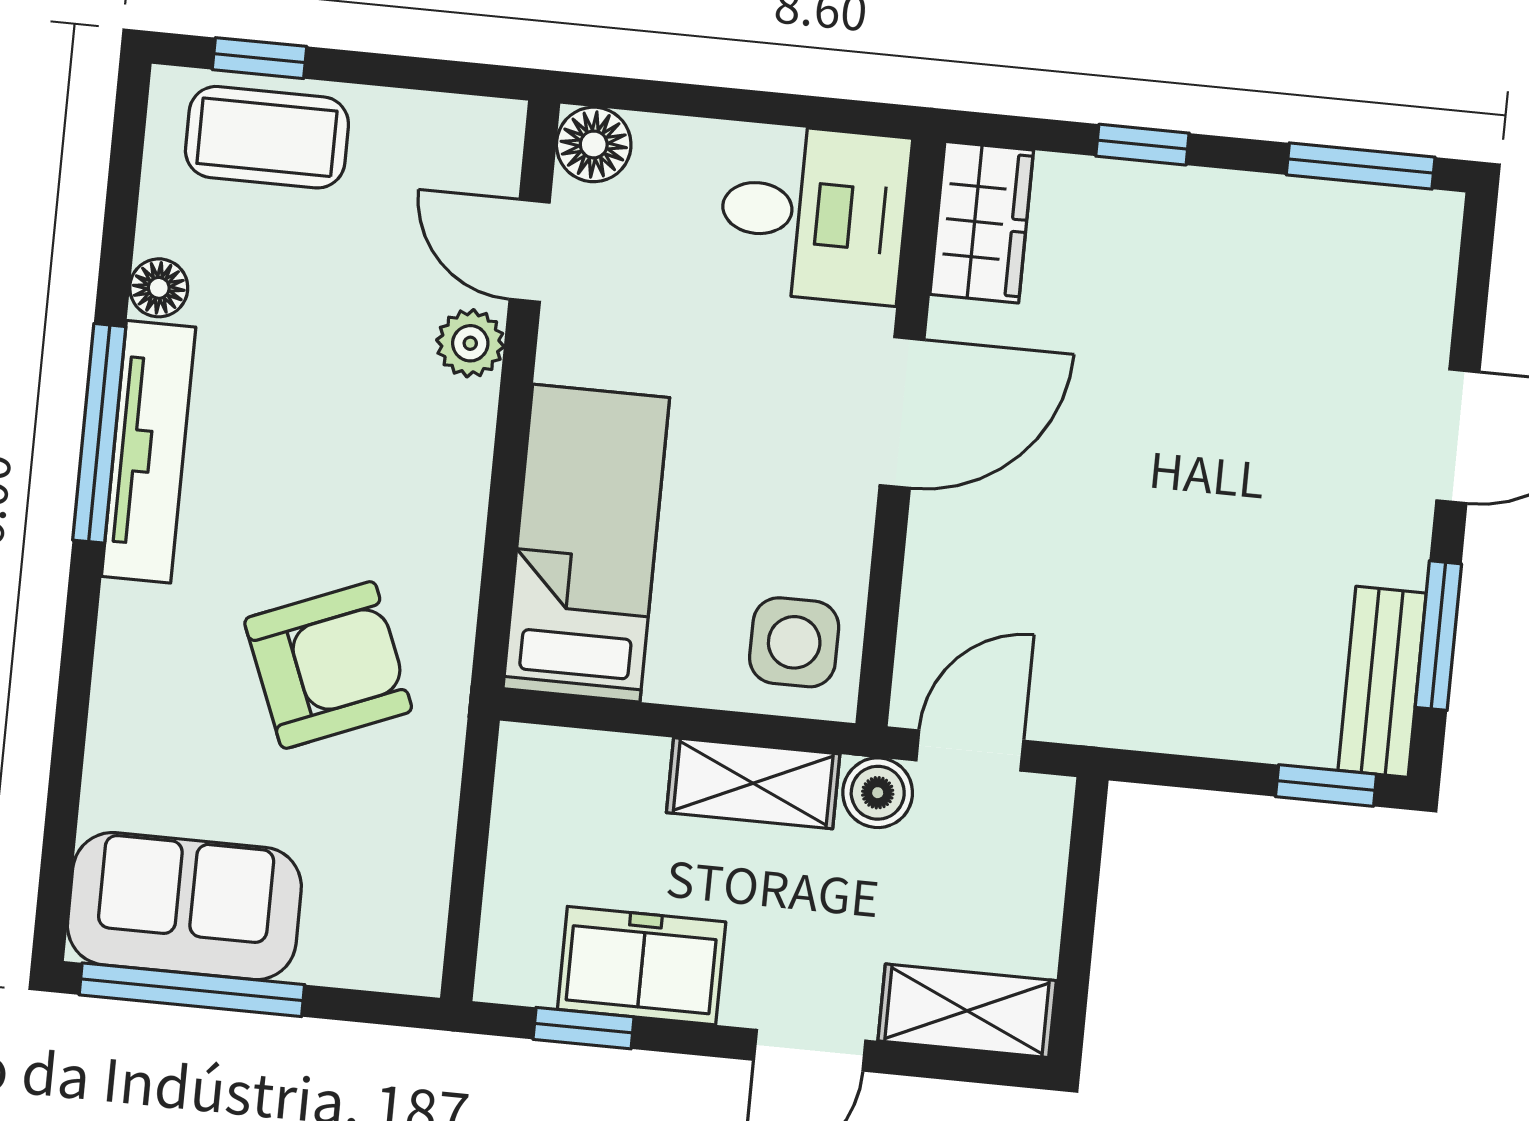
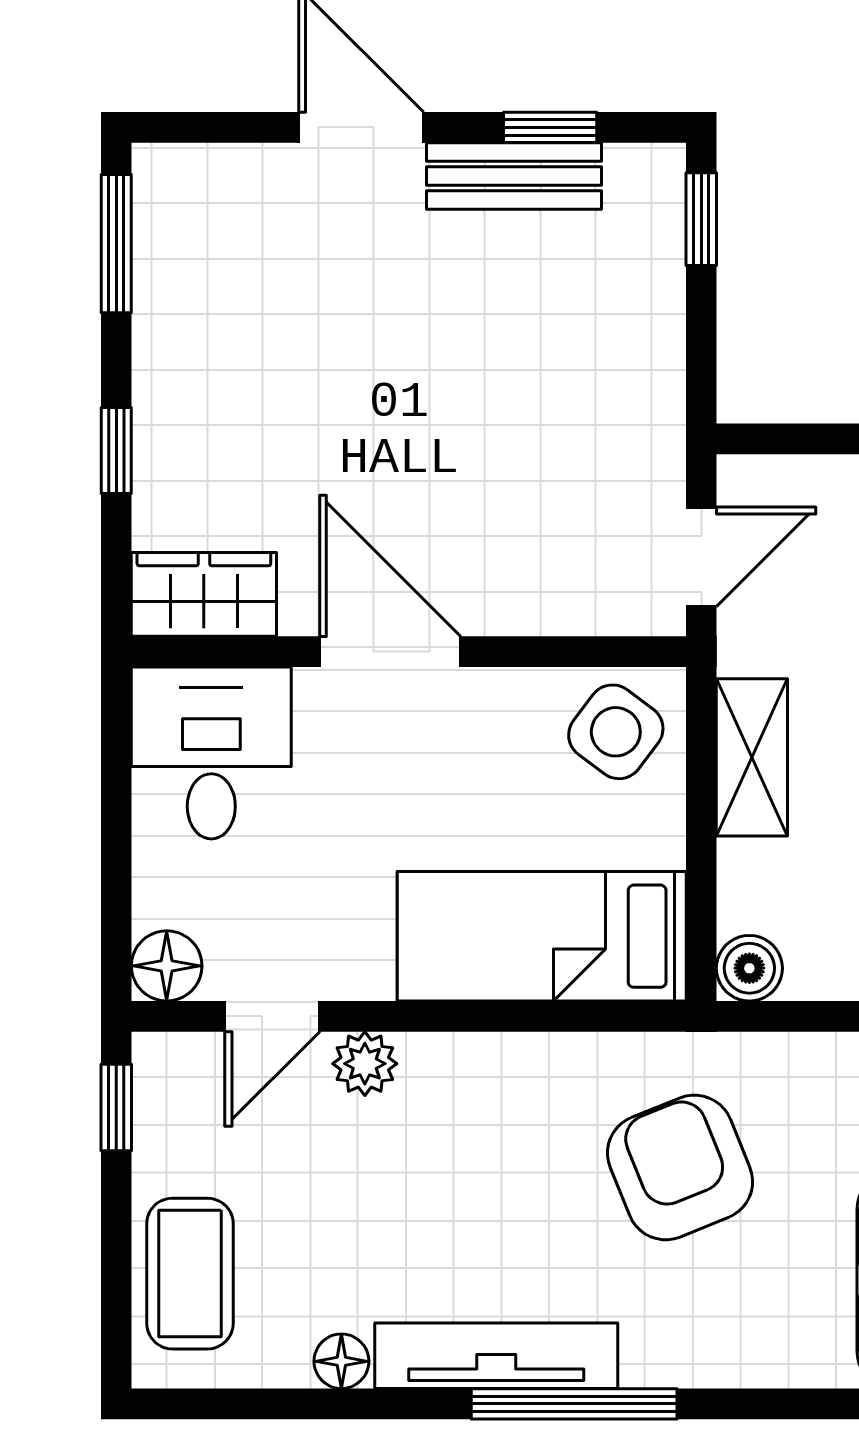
window: (260, 58) -> (116, 1107), moved
window: (99, 433) -> (574, 1404), moved
window: (1438, 636) -> (550, 127), width x0.67
side table: (794, 642) -> (616, 732), turned 37
bench: (1382, 682) -> (514, 176), moved
door: (970, 751) -> (701, 557), swing flipped
boiler: (878, 793) -> (749, 968), moved

